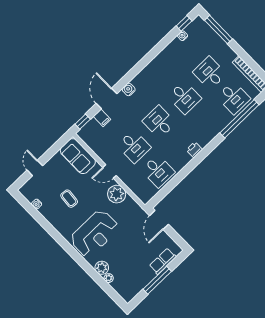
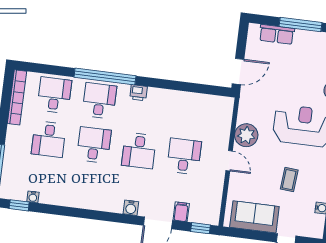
window: (239, 119) -> (105, 76), moved
sofa: (78, 156) -> (254, 217), moved, turned -90
desk: (158, 171) -> (99, 101), moved

